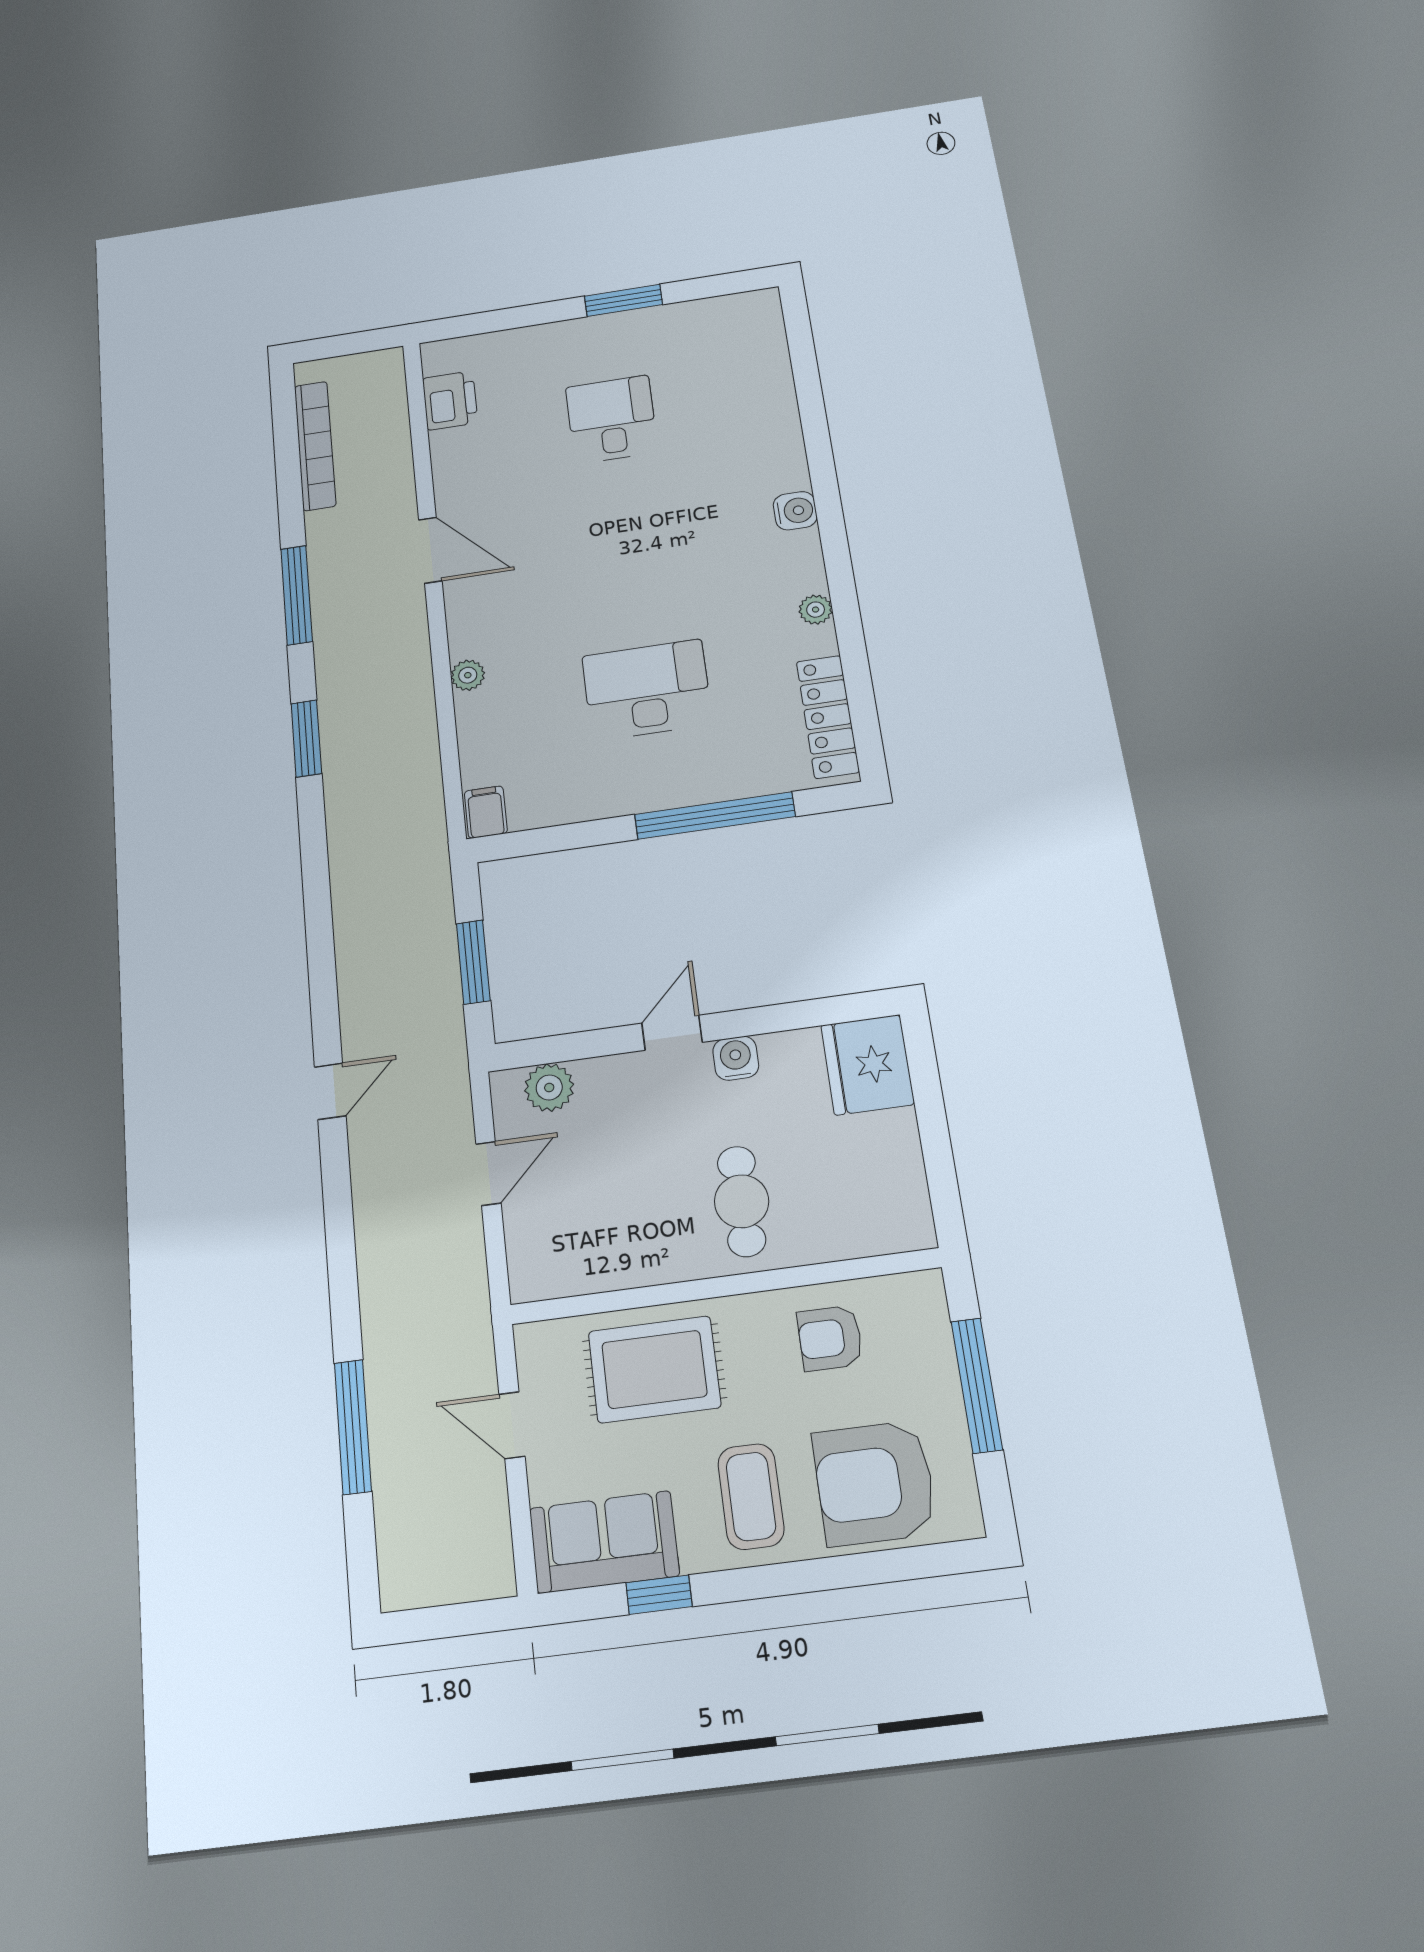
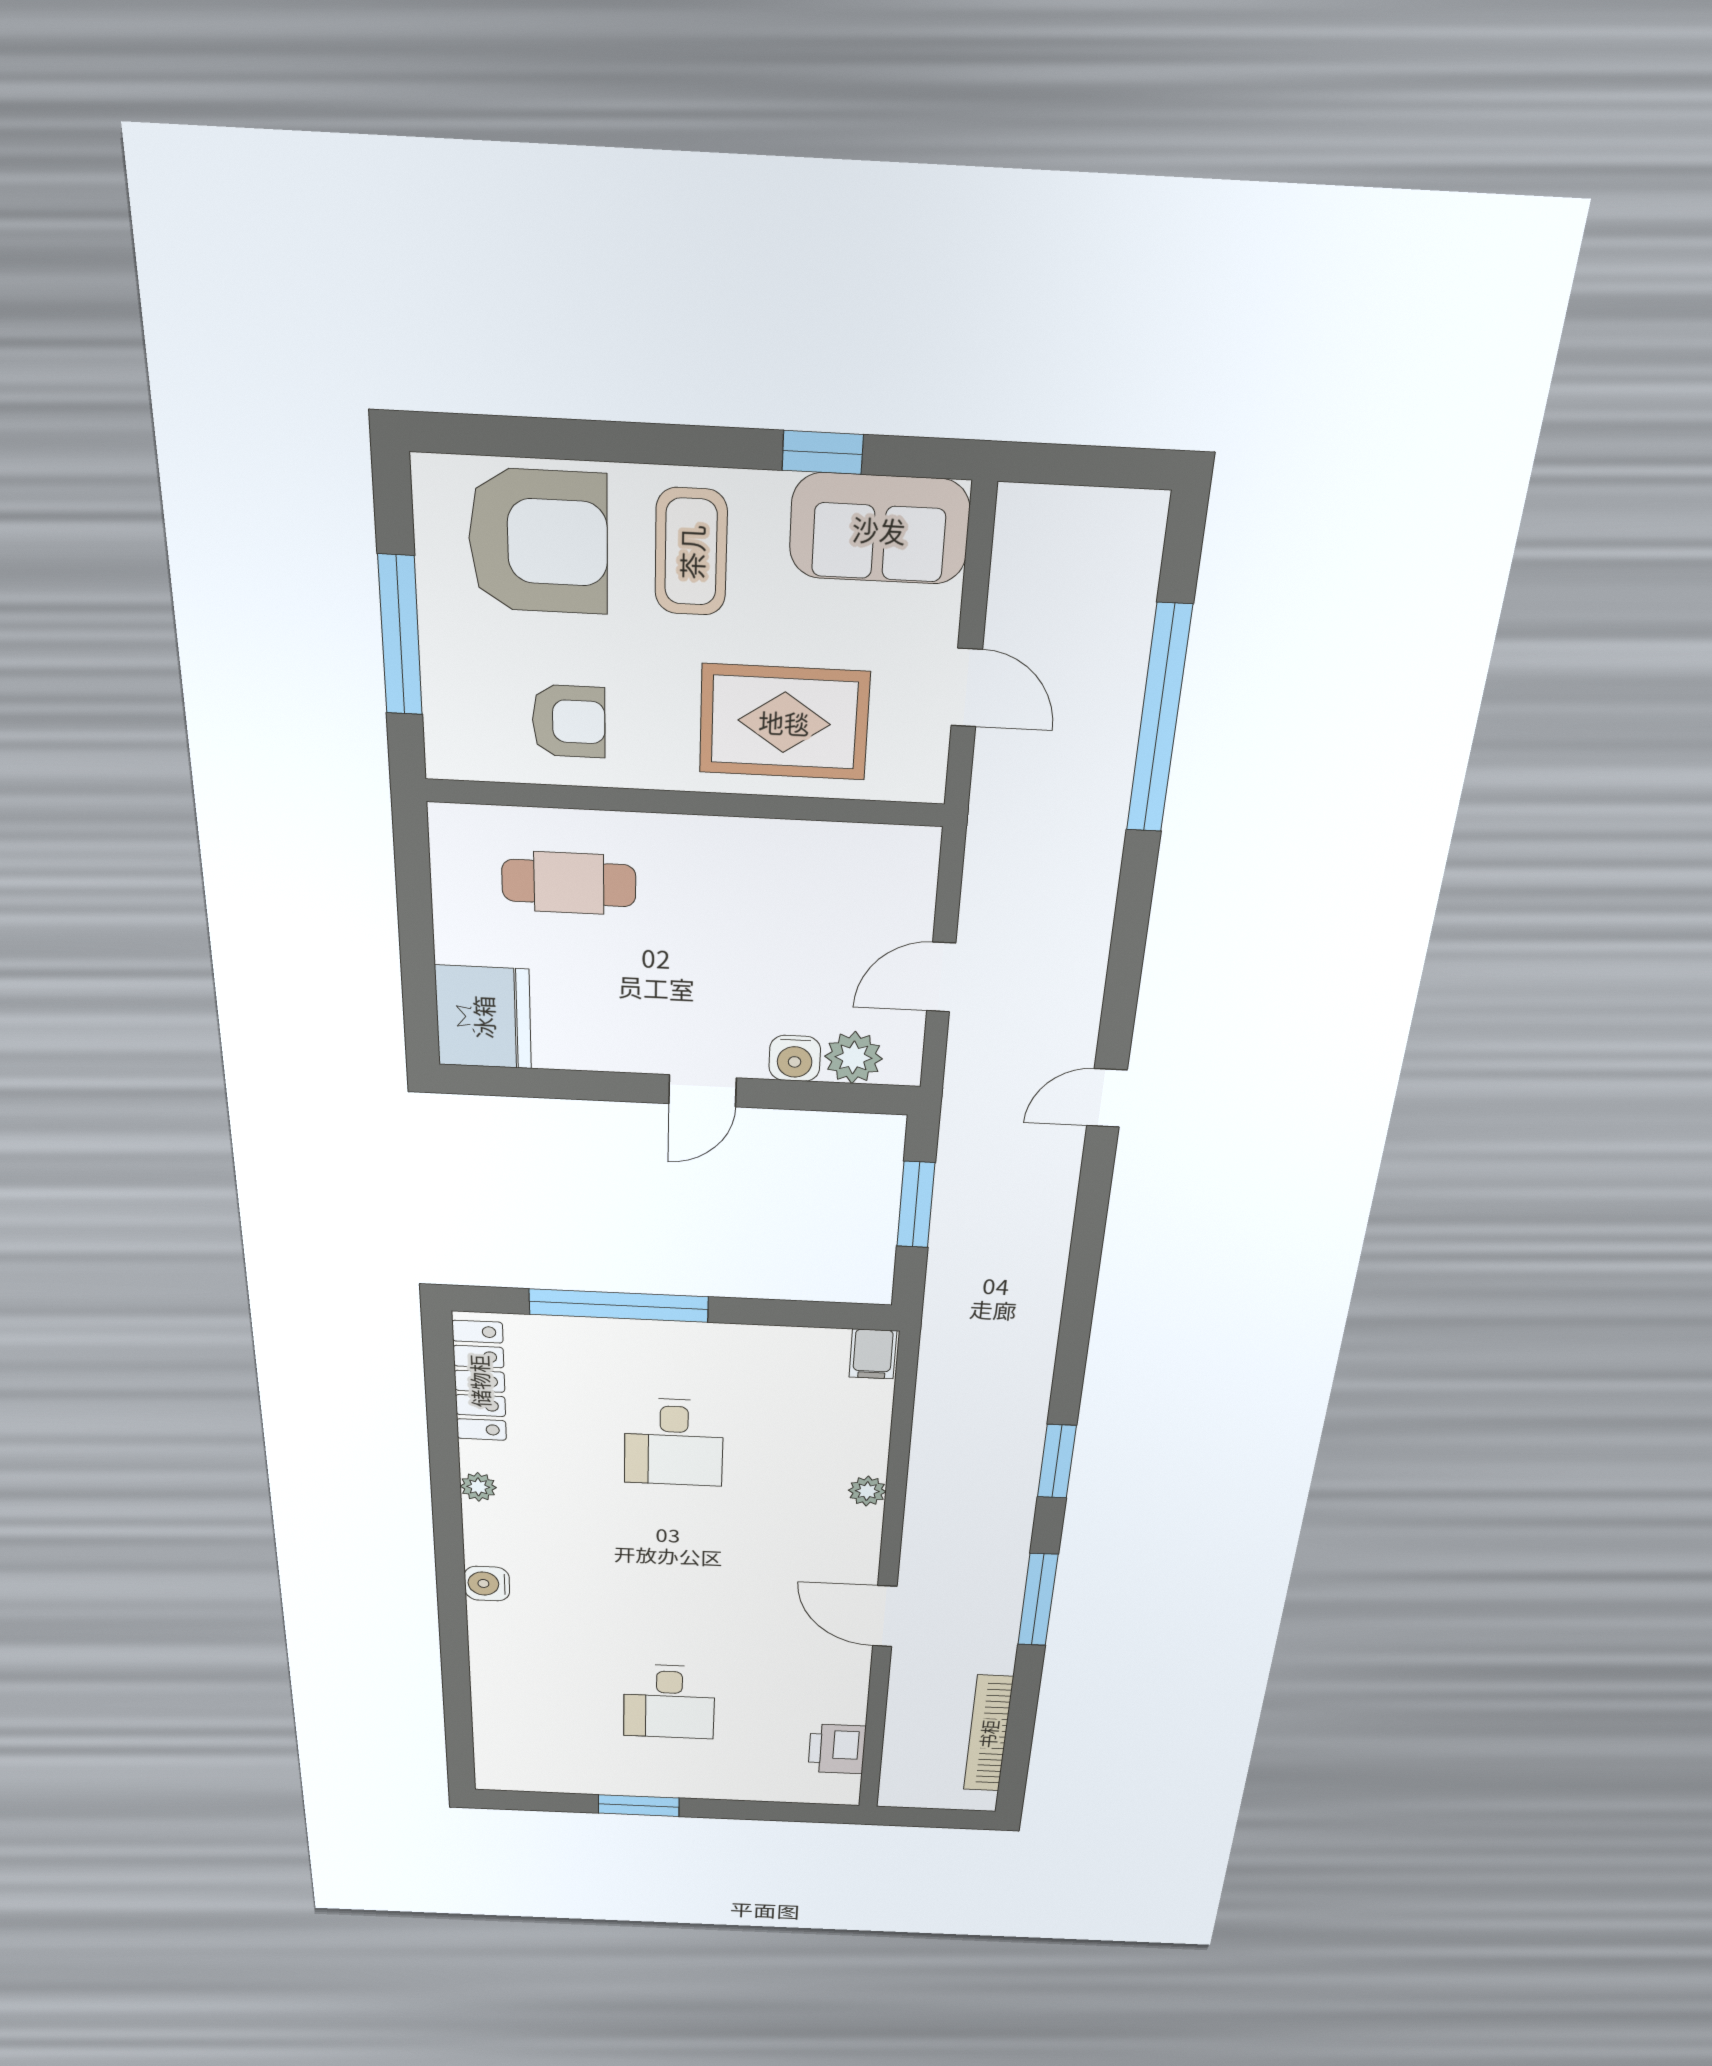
desk: (647, 690) -> (674, 1442), width x0.73
water cooler: (736, 1058) -> (795, 1058), moved
cafe table: (742, 1201) -> (569, 883), moved, turned 90
window: (353, 1427) -> (1159, 720), width x1.46

